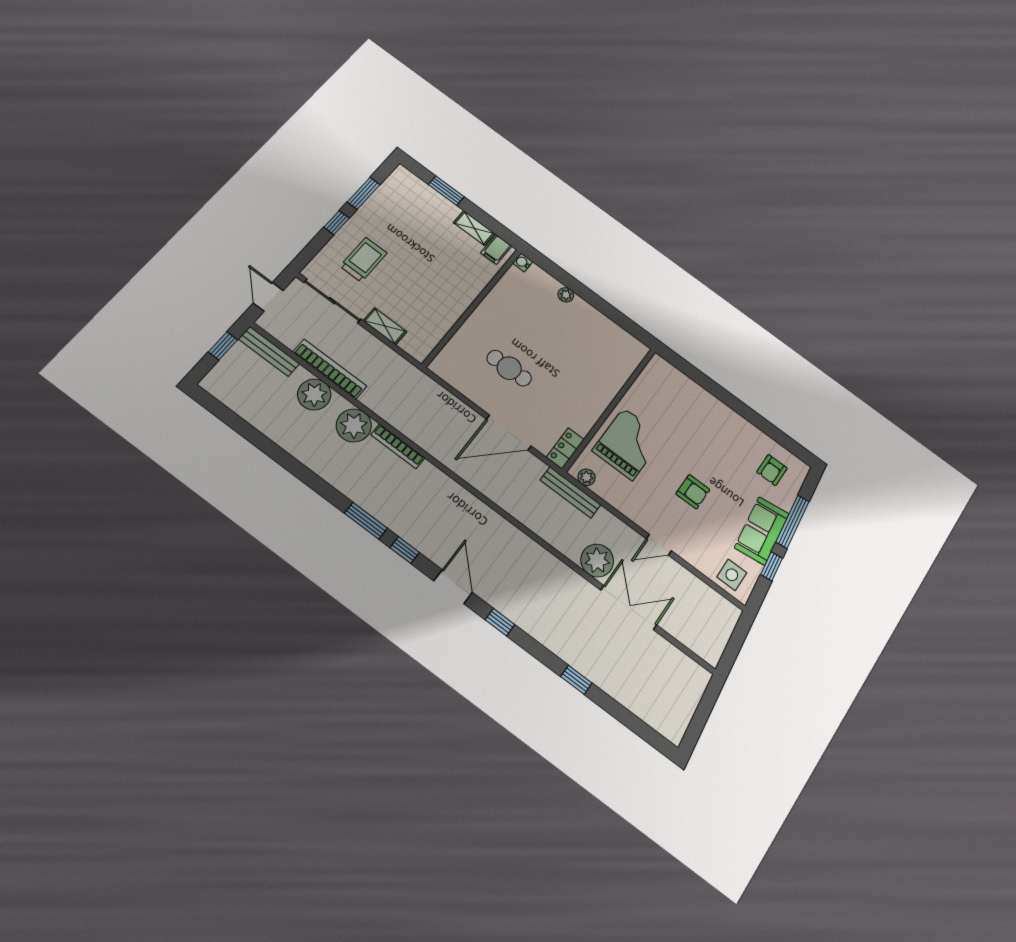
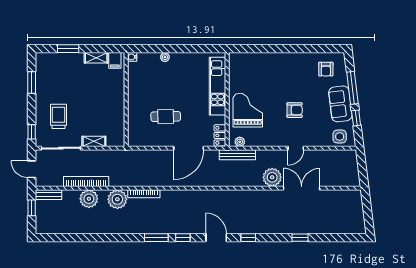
window: (337, 223) -> (32, 132), moved
bench: (269, 351) -> (48, 195), width x0.73
kitchen unit: (609, 382) -> (217, 86), added

